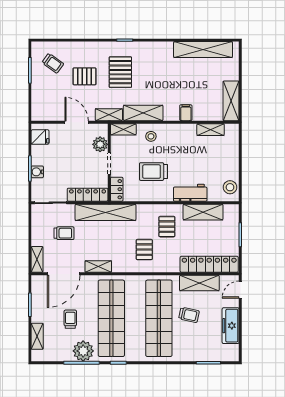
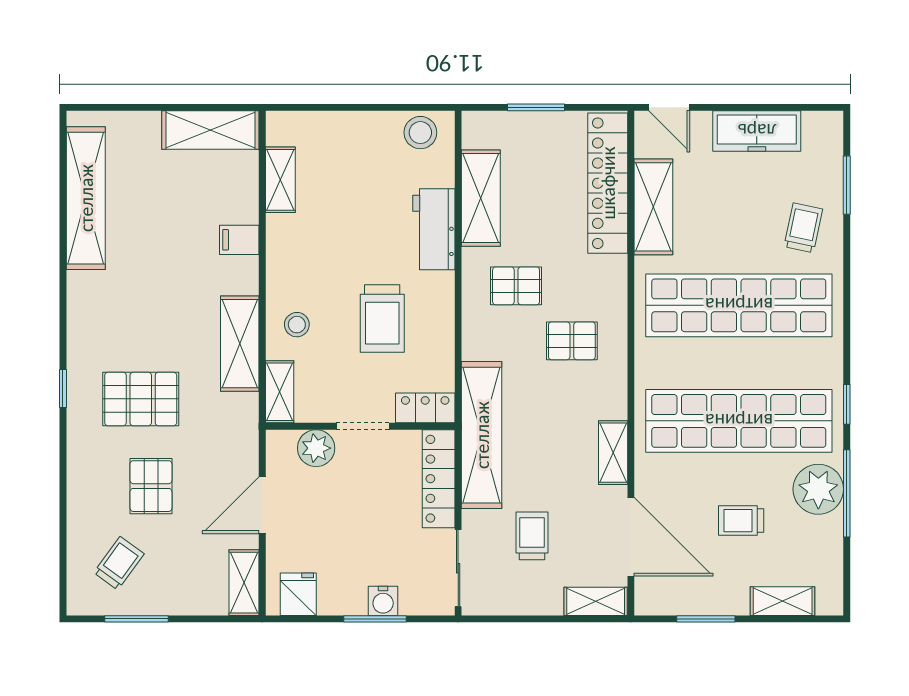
shelving: (109, 115) -> (244, 583), moved
trolley: (189, 315) -> (803, 228), moved

